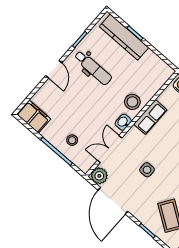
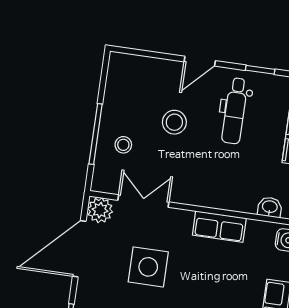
stool: (132, 102) -> (174, 122), moved
filing cabinet: (34, 117) -> (121, 75), removed
washbasin: (123, 122) -> (270, 207), moved
side table: (147, 170) -> (148, 267), width x1.87, depth x1.87

